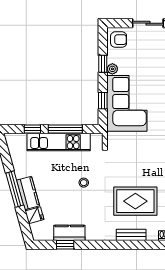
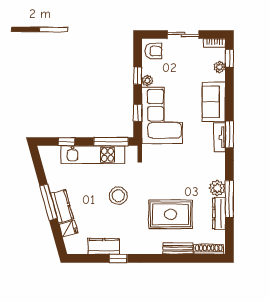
window: (65, 129) -> (111, 142), moved
stool: (84, 183) -> (118, 196), width x1.89, depth x1.89
bench: (131, 235) -> (178, 248), moved
window: (65, 245) -> (118, 258), moved

